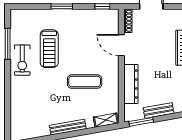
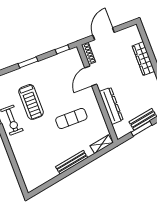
door: (121, 45) -> (91, 76), hinge flipped
window: (141, 122) -> (142, 129), moved

